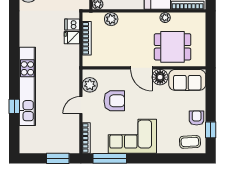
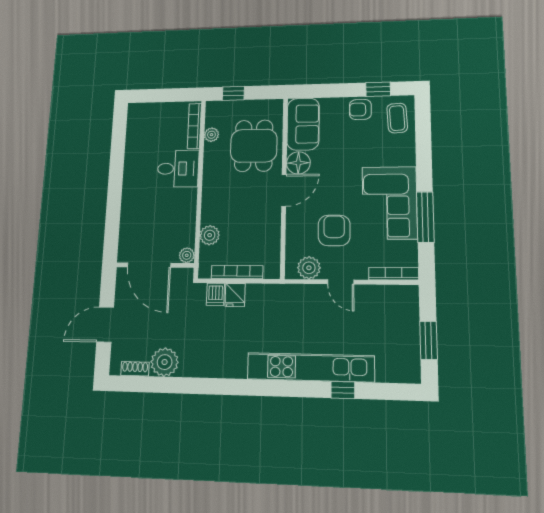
plant: (165, 18) -> (211, 135), moved
window: (211, 32) -> (233, 93), added
window: (58, 158) -> (429, 340), moved
window: (110, 158) -> (425, 217), moved

